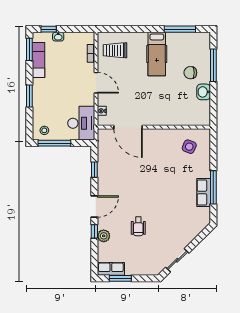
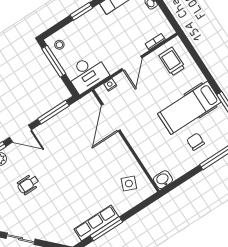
hospital bed: (157, 54) -> (189, 108), width x1.37, depth x1.29
washbasin: (204, 92) -> (163, 180), moved
window: (94, 170) -> (53, 112), width x2.17
row of seats: (204, 192) -> (96, 223), width x1.48

